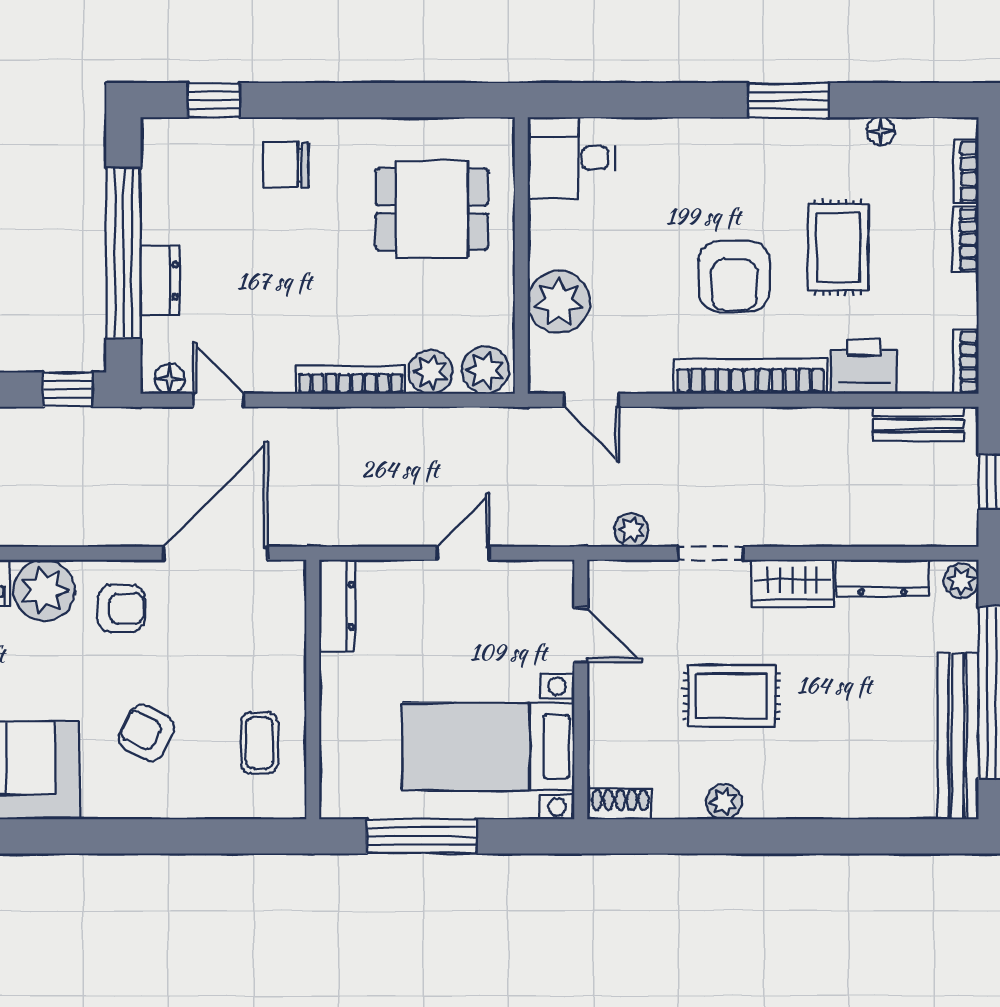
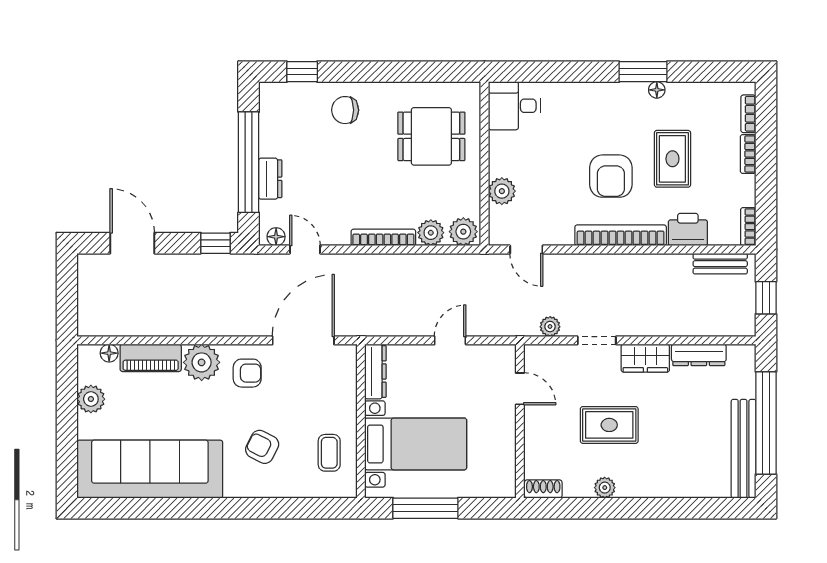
floor lamp: (881, 131) -> (657, 90), moved
plant: (559, 302) -> (502, 191), width x0.73, depth x0.73
plant: (961, 581) -> (745, 357), removed
bed with nightstands: (488, 747) -> (416, 444), moved, turned 180

